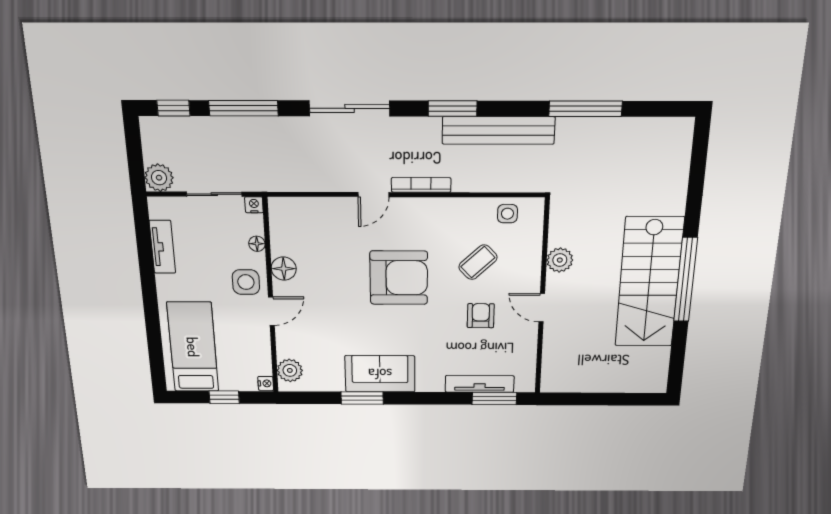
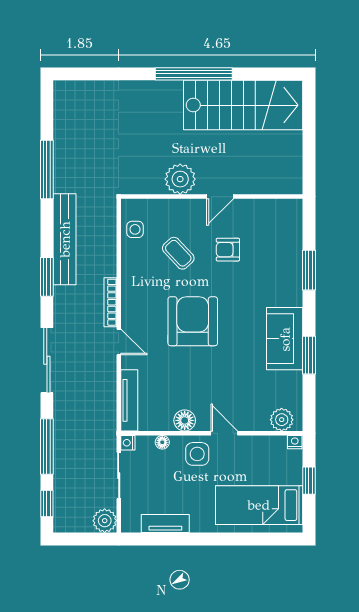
plant: (560, 260) -> (180, 179), width x1.36, depth x1.36
stairs: (649, 283) -> (243, 105), moved
tv unit: (480, 384) -> (129, 400), moved, turned 180
window: (494, 399) -> (309, 270), moved

